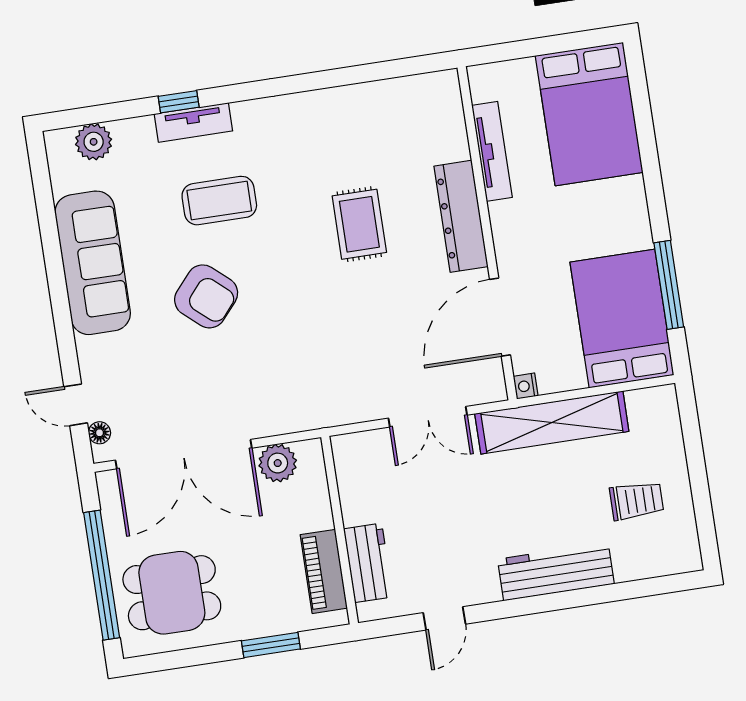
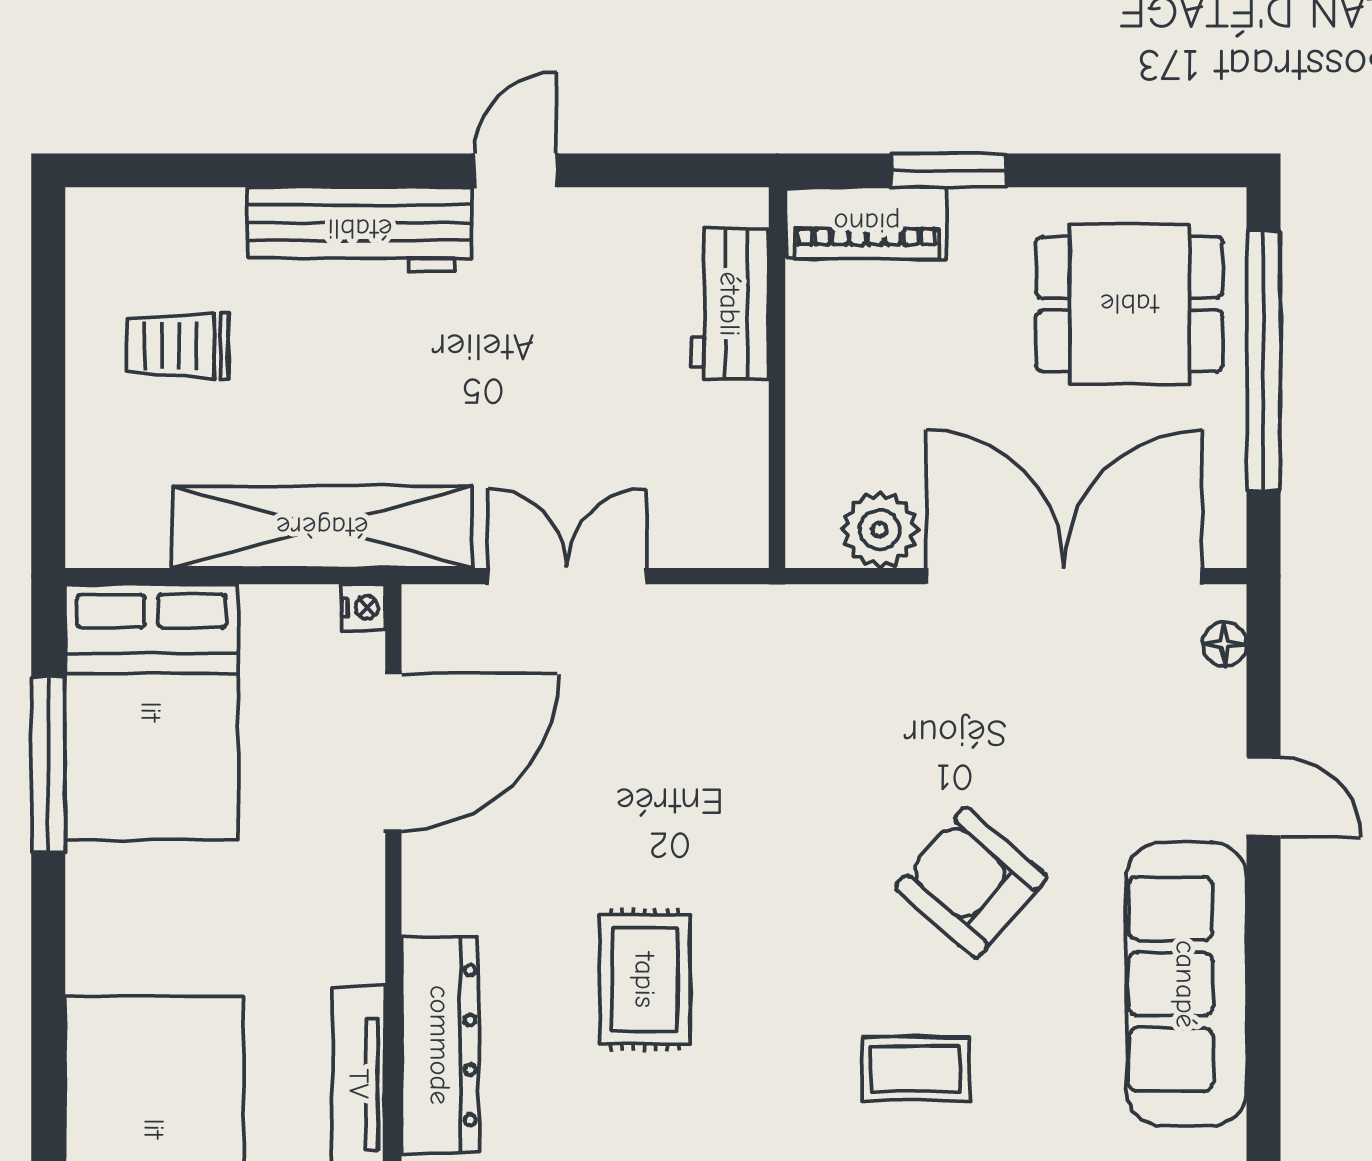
coffee table: (219, 201) -> (916, 1069), width x0.73, depth x0.77
dresser: (461, 216) -> (440, 1045), moved
door: (76, 405) -> (1263, 797), moved
piano: (324, 571) -> (867, 223), moved, turned 90
door: (444, 618) -> (516, 170), moved

